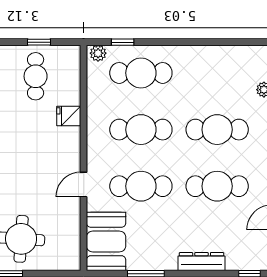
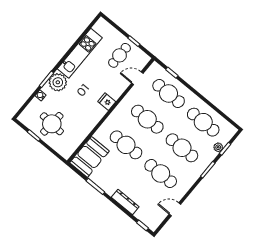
plant: (98, 53) -> (157, 68), removed
cafe table: (217, 73) -> (203, 122), added
fridge: (69, 116) -> (107, 102), moved
door: (84, 185) -> (137, 78), moved

